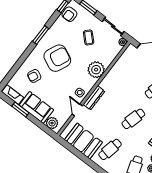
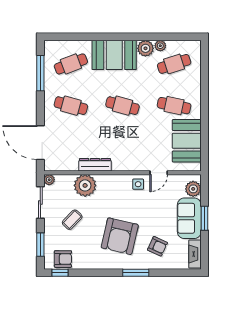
window: (41, 35) -> (136, 273), moved
armchair: (57, 58) -> (120, 236), turned -102
plant: (96, 70) -> (85, 185), moved
dresser: (94, 98) -> (95, 165), moved
window: (20, 109) -> (205, 218), moved

